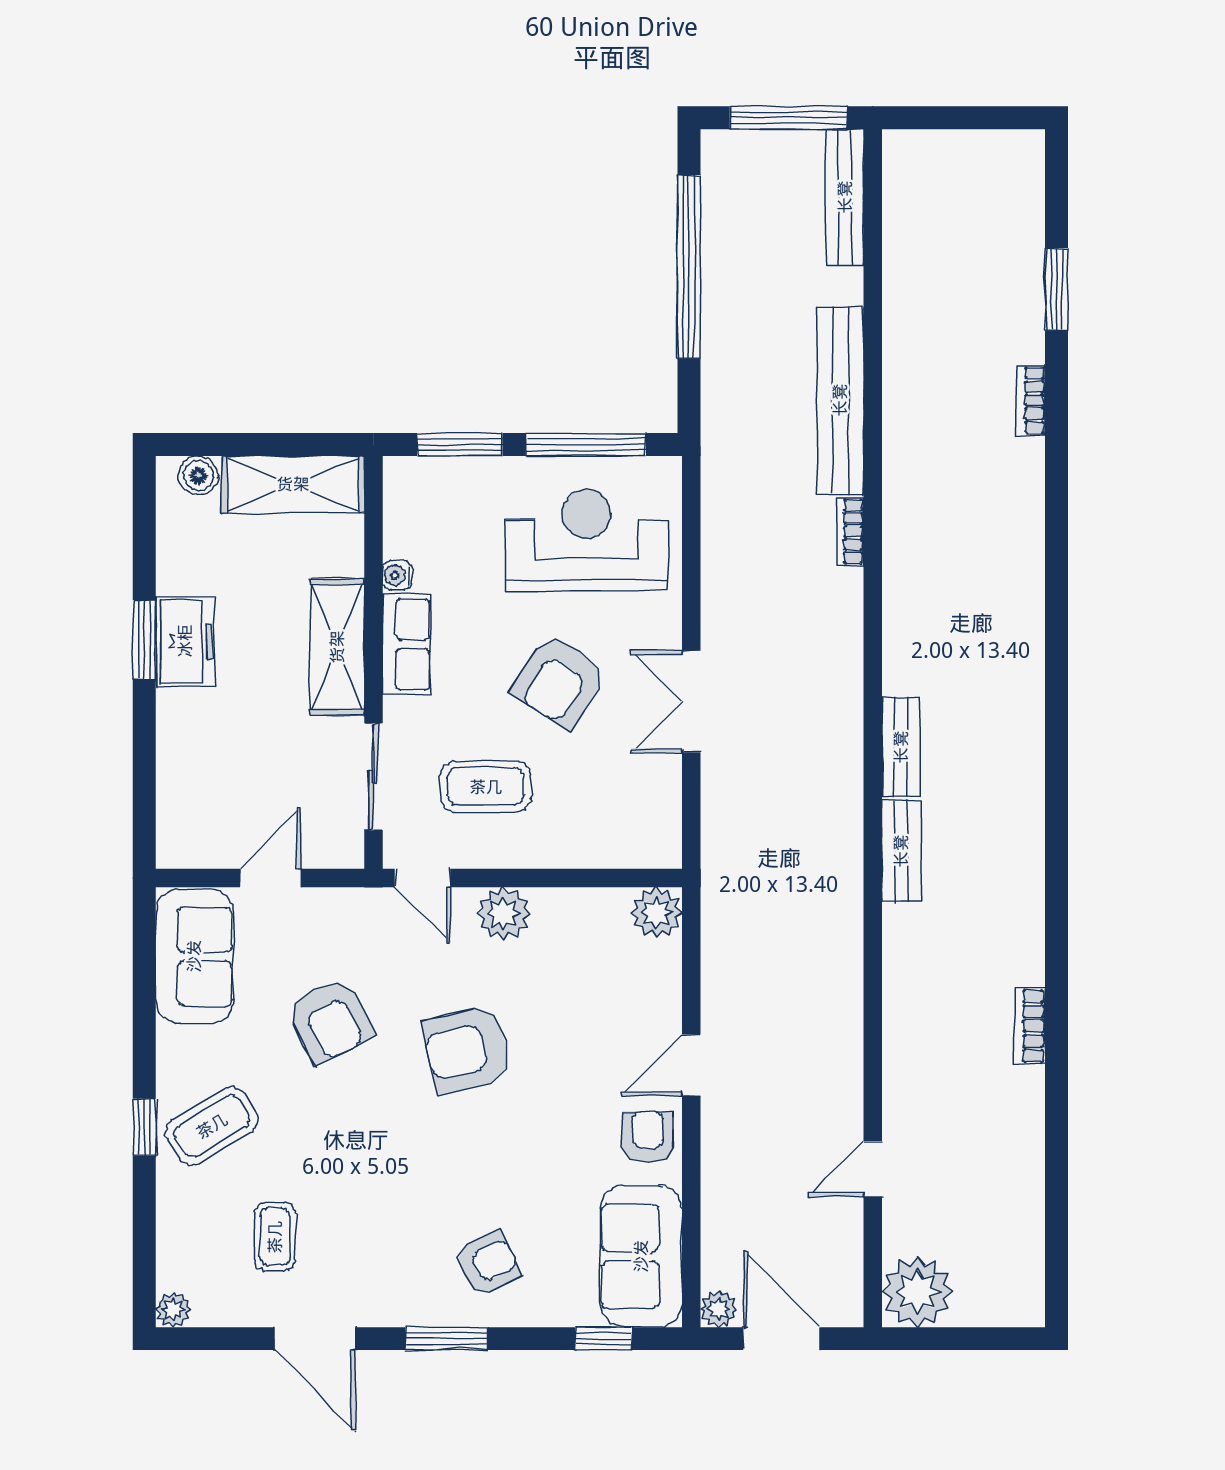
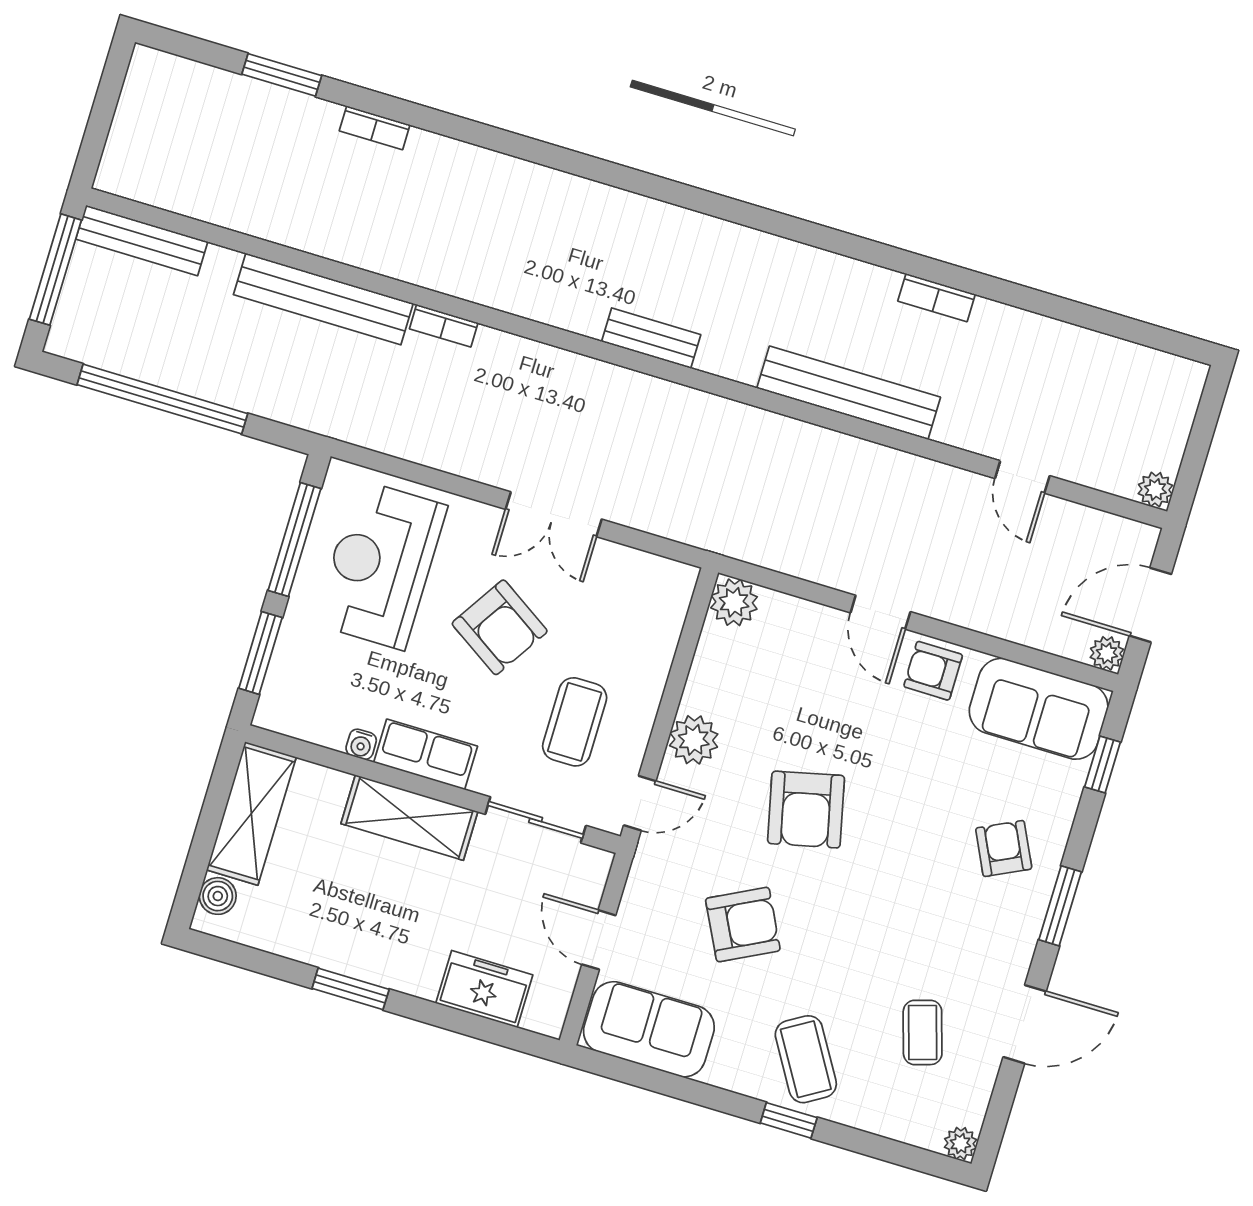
freezer: (185, 641) -> (484, 989), moved
bench: (901, 851) -> (849, 393), moved, width x1.86, depth x1.21
coffee table: (275, 1237) -> (923, 1032), turned 73
plant: (917, 1292) -> (1155, 490), width x0.53, depth x0.53

